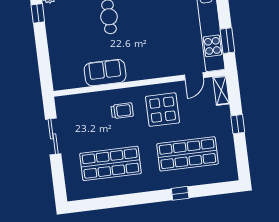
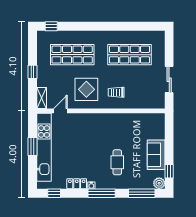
window: (227, 41) -> (33, 147), moved
sofa: (105, 73) -> (156, 155), moved, turned 90
window: (180, 193) -> (51, 26), moved

